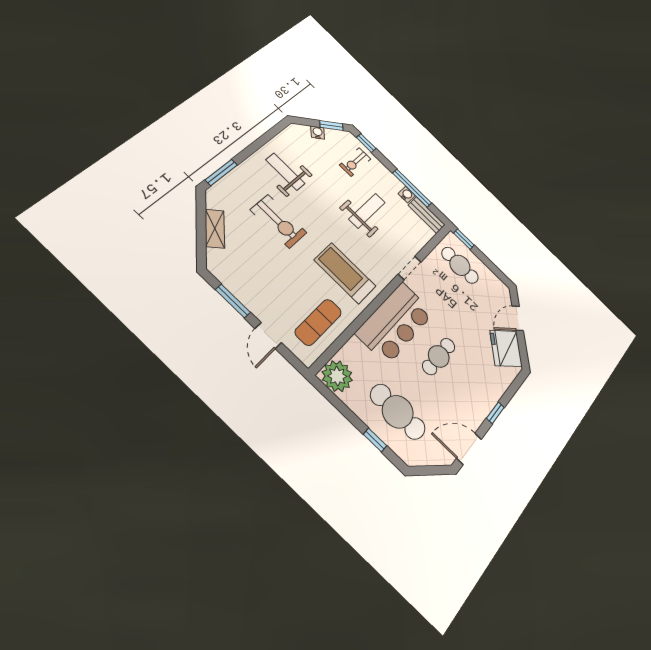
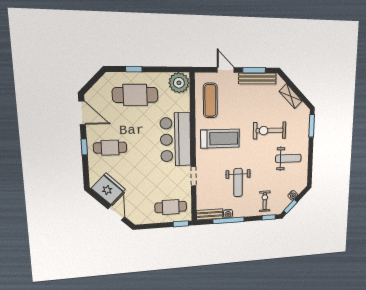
bench: (238, 288) -> (257, 78), added
cafe table: (439, 356) -> (110, 148), moved, turned 90
door: (469, 449) -> (82, 113), hinge flipped

